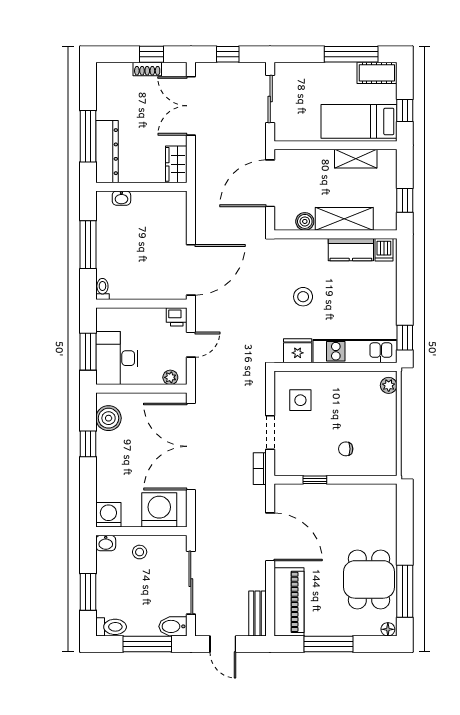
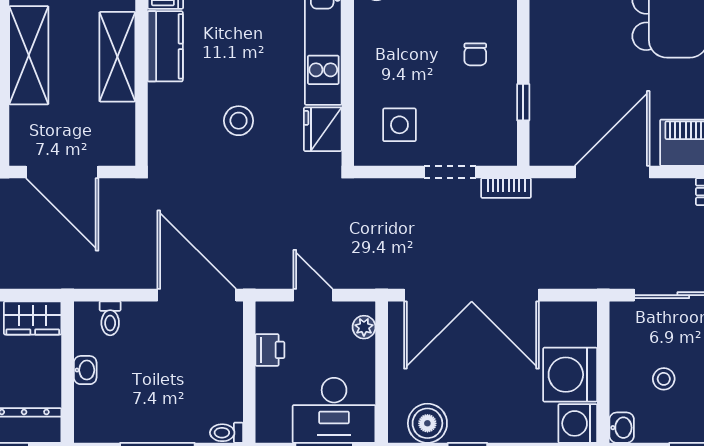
shelving: (356, 159) -> (29, 55), width x1.50, depth x1.33
washbasin: (121, 198) -> (85, 370), moved
toilet: (176, 214) -> (110, 318), added
boiler: (305, 221) -> (121, 118), removed
printer: (177, 317) -> (270, 350), moved
washing machine: (159, 510) -> (570, 375), moved
stool: (140, 552) -> (664, 379), moved

